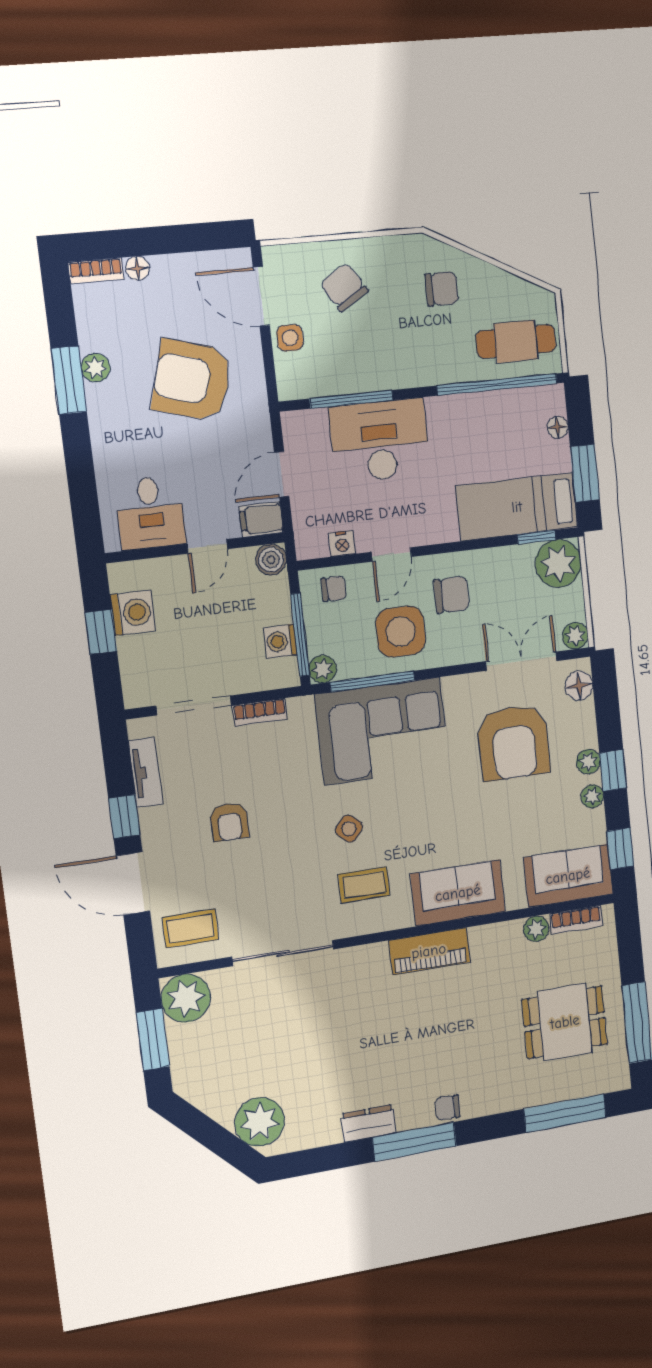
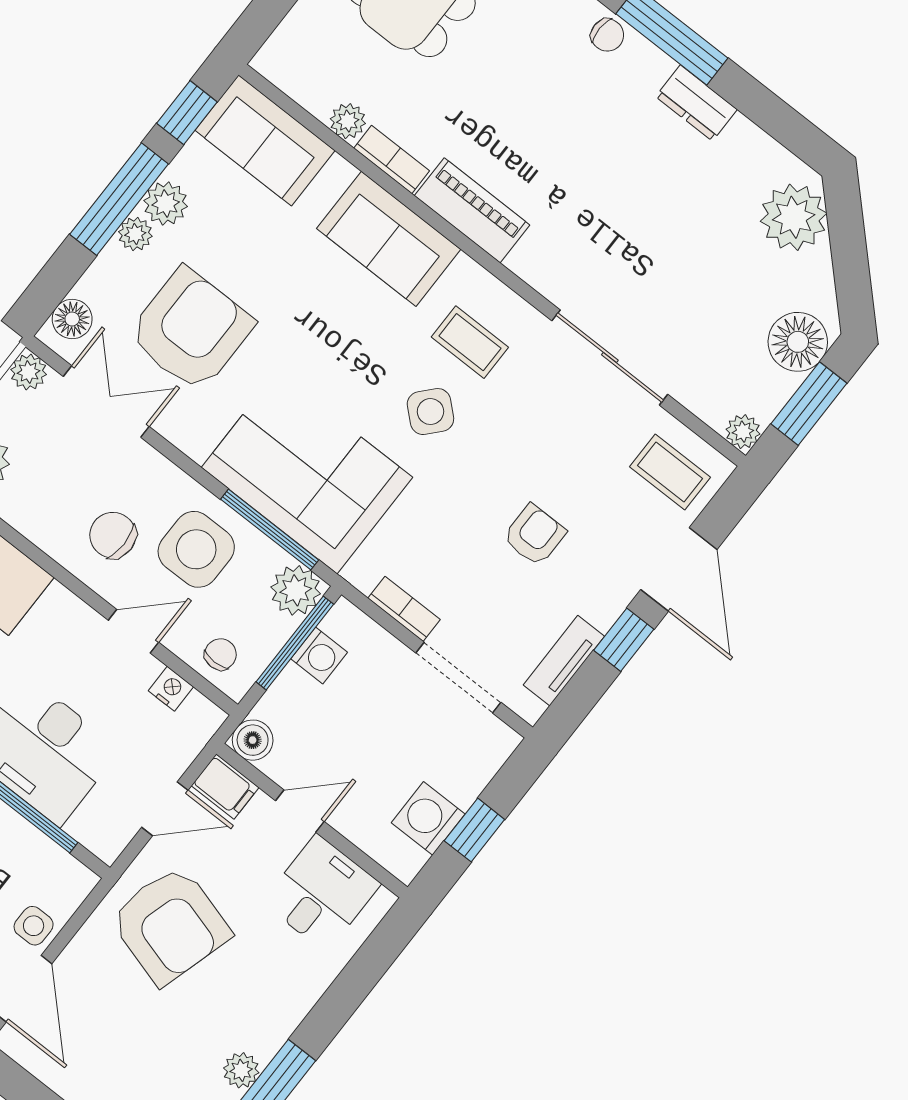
armchair: (192, 380) -> (170, 925), moved
chair: (334, 589) -> (220, 654), turned 90
double door: (521, 661) -> (106, 401), swing flipped
plant: (323, 669) -> (296, 590), width x1.38, depth x1.38
window: (613, 771) -> (119, 199), width x2.17
plant: (592, 796) -> (166, 203), width x1.38, depth x1.38
side table: (349, 829) -> (430, 412), width x1.37, depth x1.37
bookcase: (576, 920) -> (392, 159), moved
plant: (186, 998) -> (743, 432), width x0.53, depth x0.53
floor lamp: (192, 1064) -> (798, 342), added

